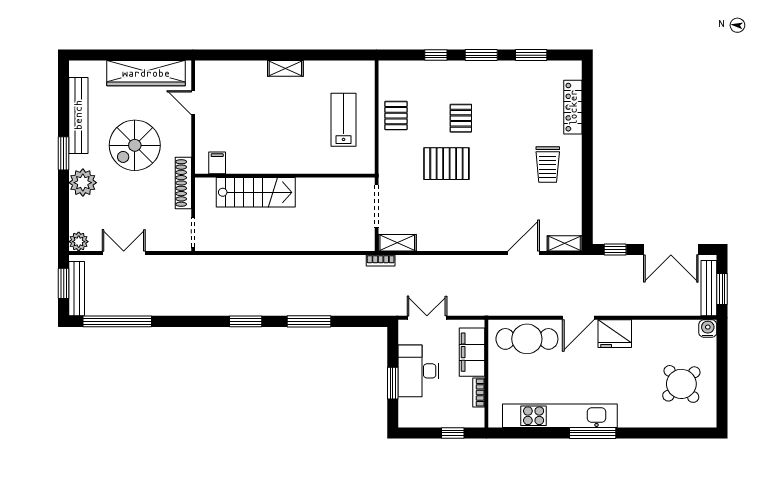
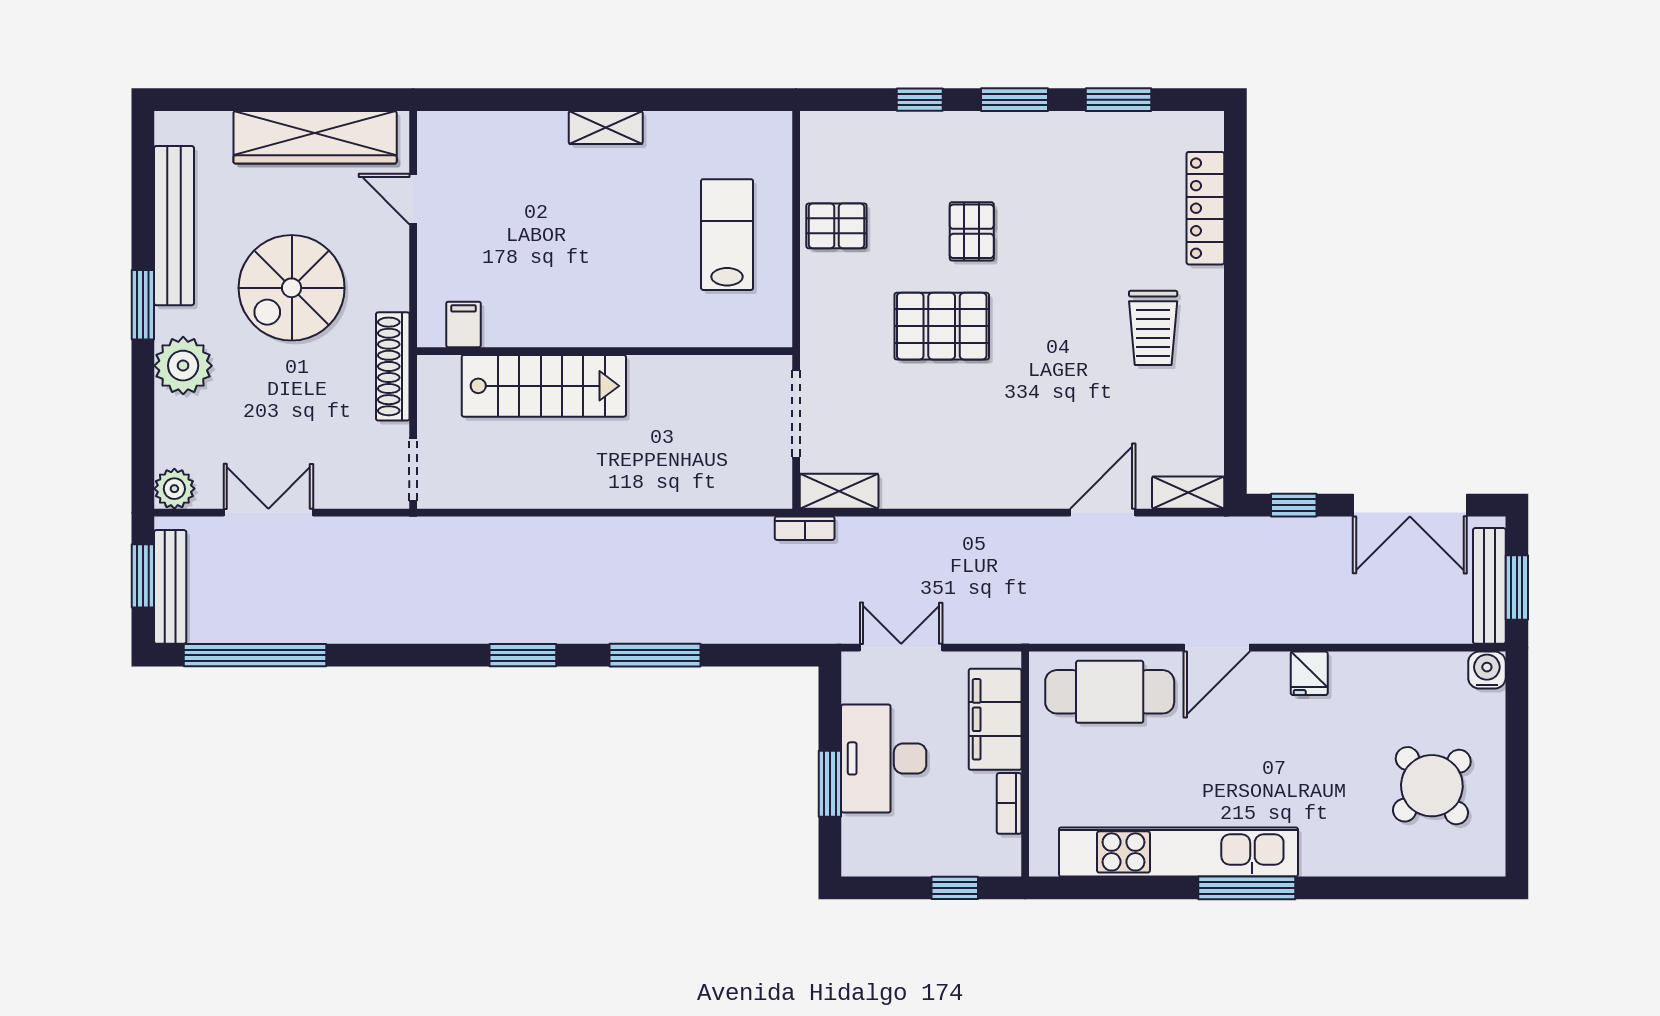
pallet: (396, 116) -> (836, 226), turned 90
fridge: (615, 334) -> (1309, 673), width x0.53, depth x0.75

